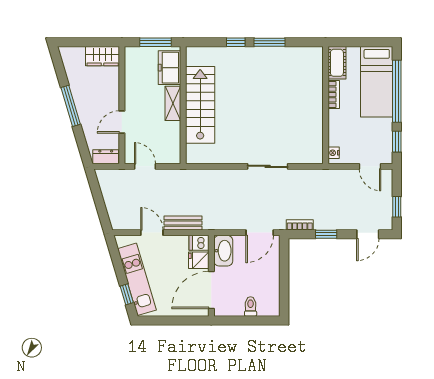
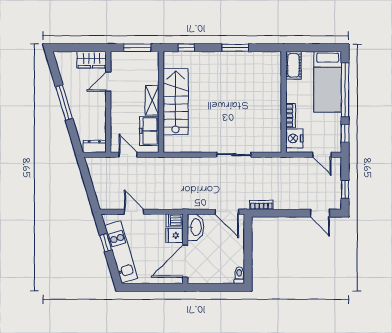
window: (236, 42) -> (186, 48), moved
freezer: (170, 68) -> (149, 131), moved
bookcase: (334, 95) -> (291, 116), moved
door: (122, 122) -> (108, 82), moved
nightstand: (334, 153) -> (294, 138), width x1.89, depth x1.79
bench: (183, 223) -> (161, 203), removed
door: (260, 233) -> (227, 212), hinge flipped
window: (326, 234) -> (284, 213), removed
door: (368, 234) -> (320, 213), hinge flipped
window: (127, 294) -> (106, 243), moved
toilet: (251, 306) -> (239, 275), moved

